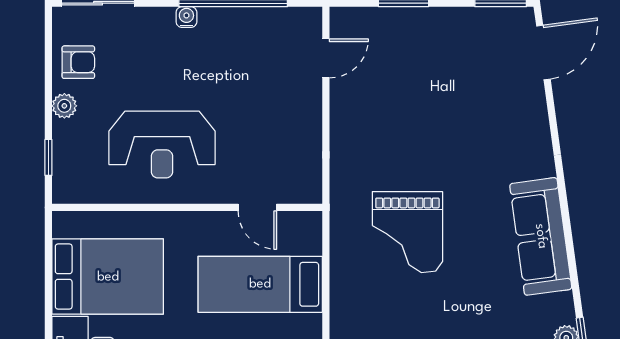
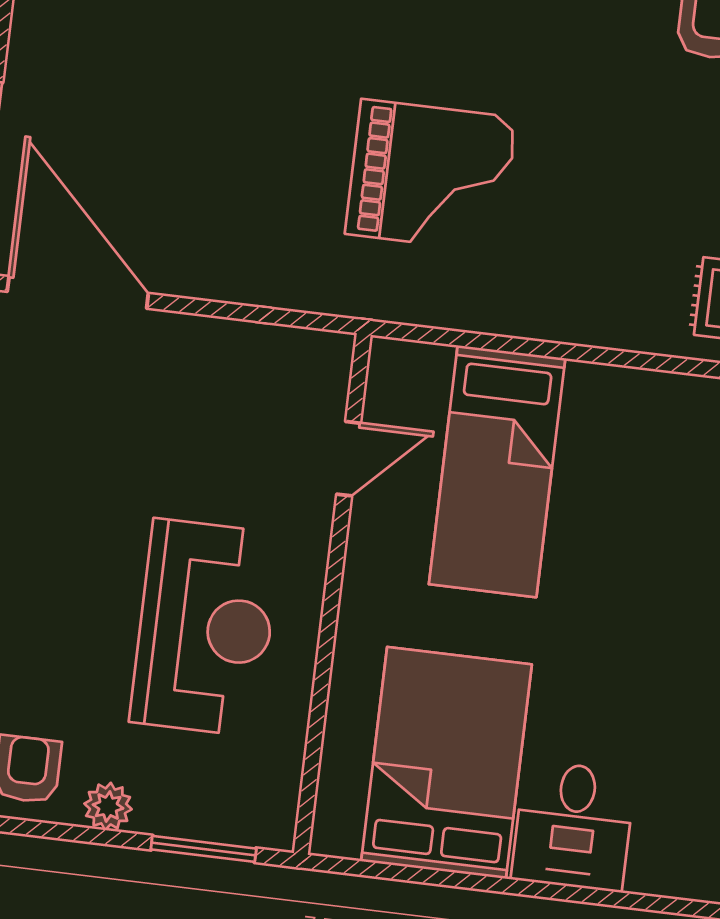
door: (326, 58) -> (78, 292), width x1.88
window: (48, 157) -> (204, 849), width x1.50

